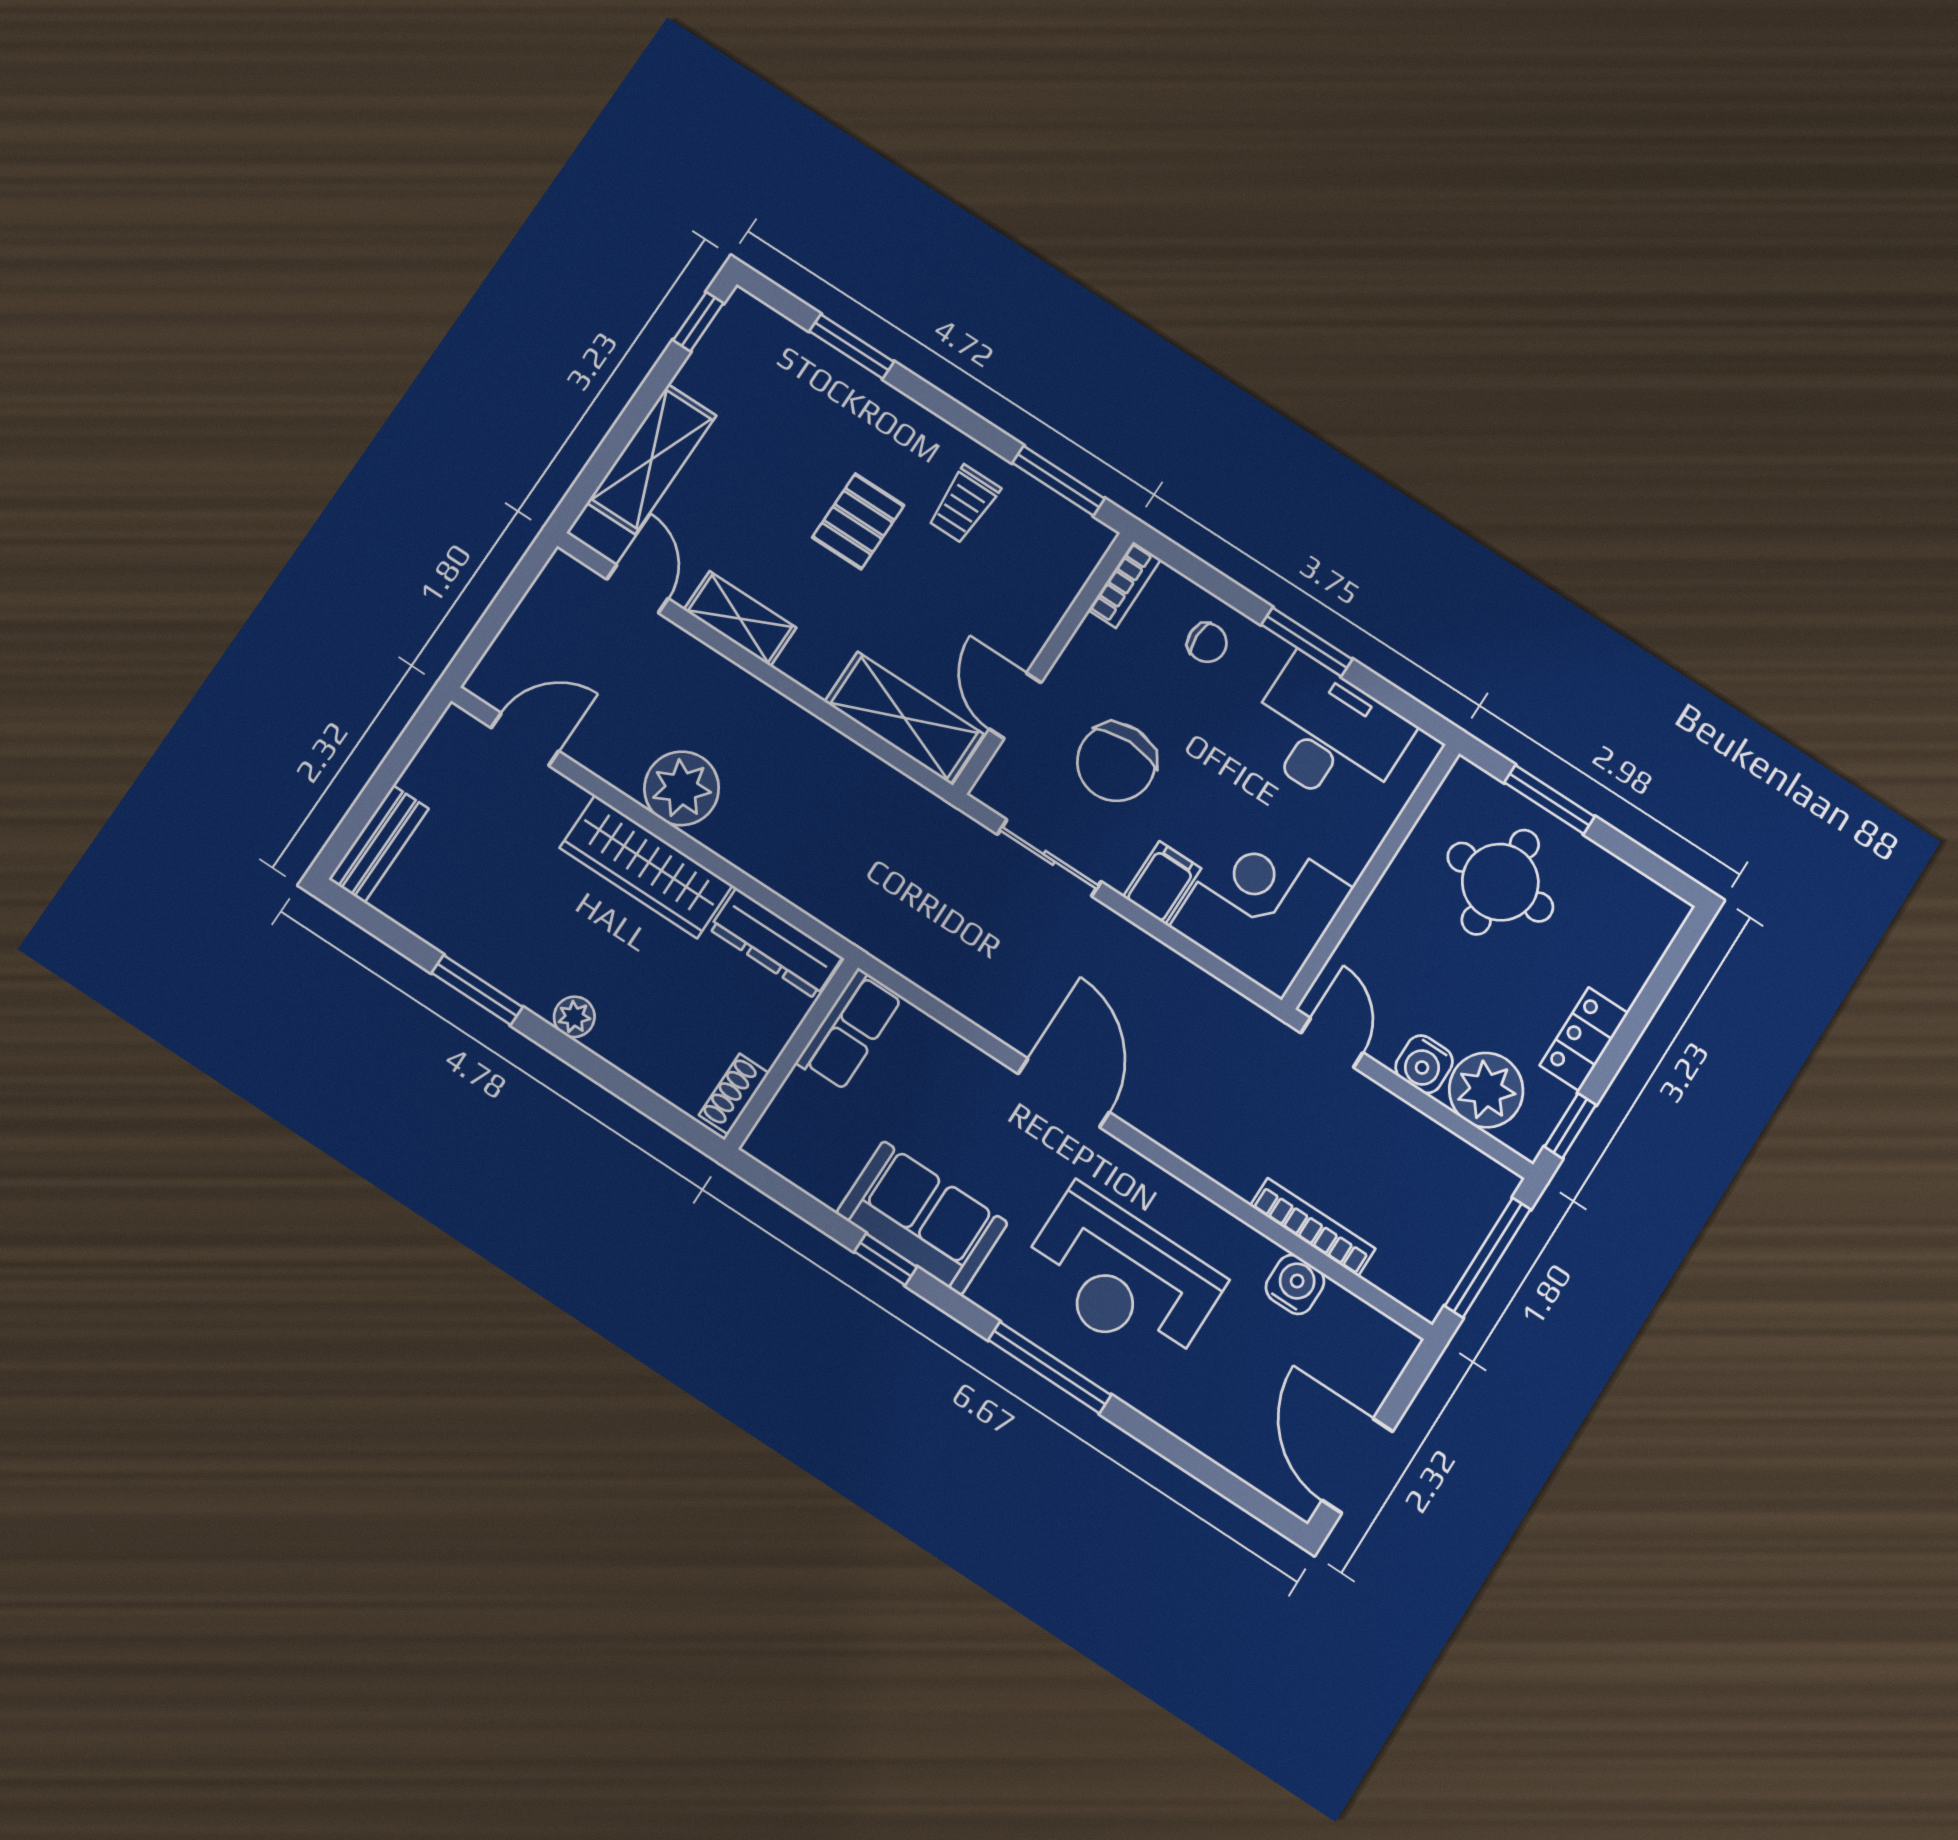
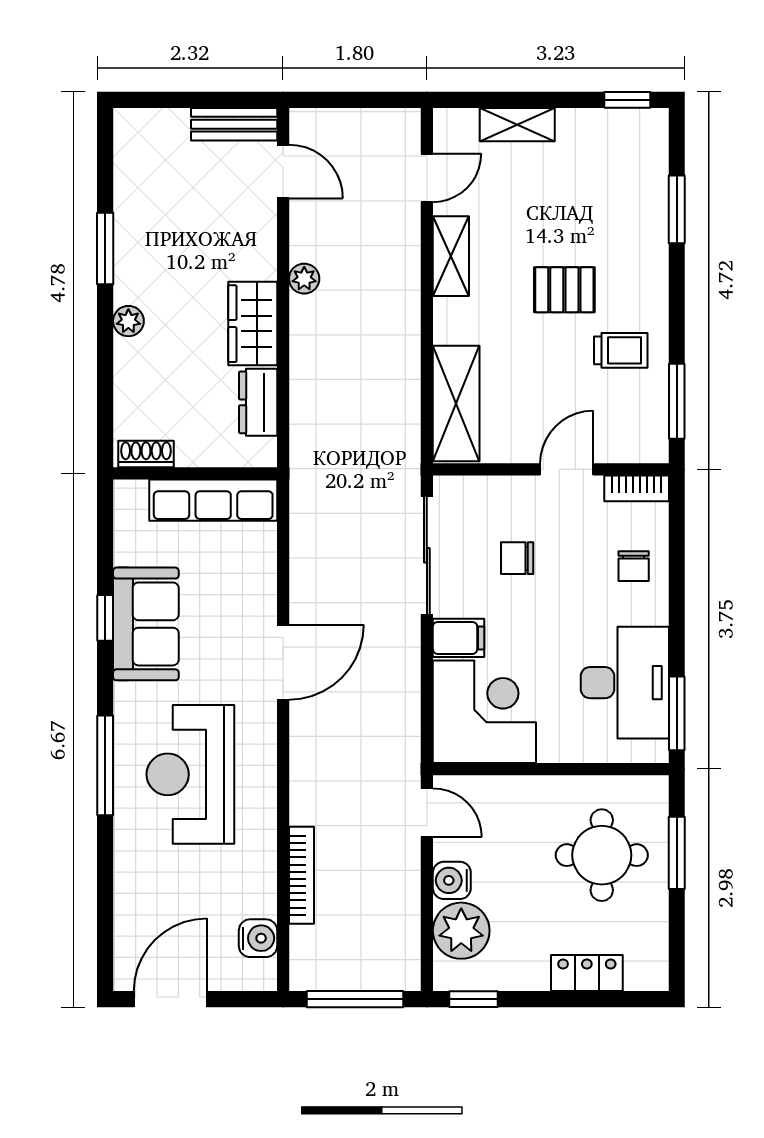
shelving: (652, 459) -> (517, 125), width x0.67, depth x0.75
trolley: (964, 504) -> (621, 350), turned 180
window: (1307, 642) -> (677, 713), moved
door: (1015, 706) -> (567, 469), moved
chair: (1116, 762) -> (517, 558), width x0.54, depth x0.54
plant: (682, 788) -> (304, 279), width x0.53, depth x0.53
bench: (379, 844) -> (234, 124), moved
sliding door: (1049, 858) -> (427, 555), width x1.37
wardrobe: (646, 867) -> (253, 324), width x0.67
dresser: (776, 943) -> (258, 402), width x0.70
row of seats: (849, 1030) -> (213, 500), width x1.48
locker: (1584, 1039) -> (587, 973), moved
door: (1332, 1043) -> (427, 813), hinge flipped
water cooler: (1295, 1284) -> (258, 938), moved

